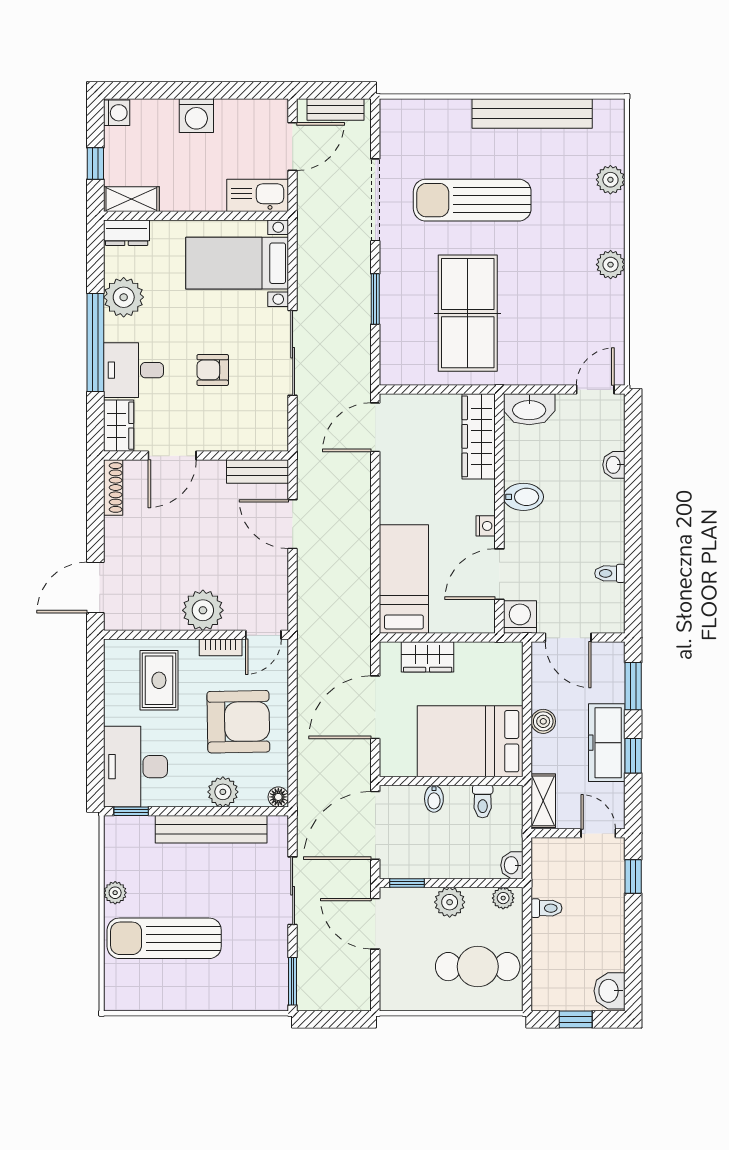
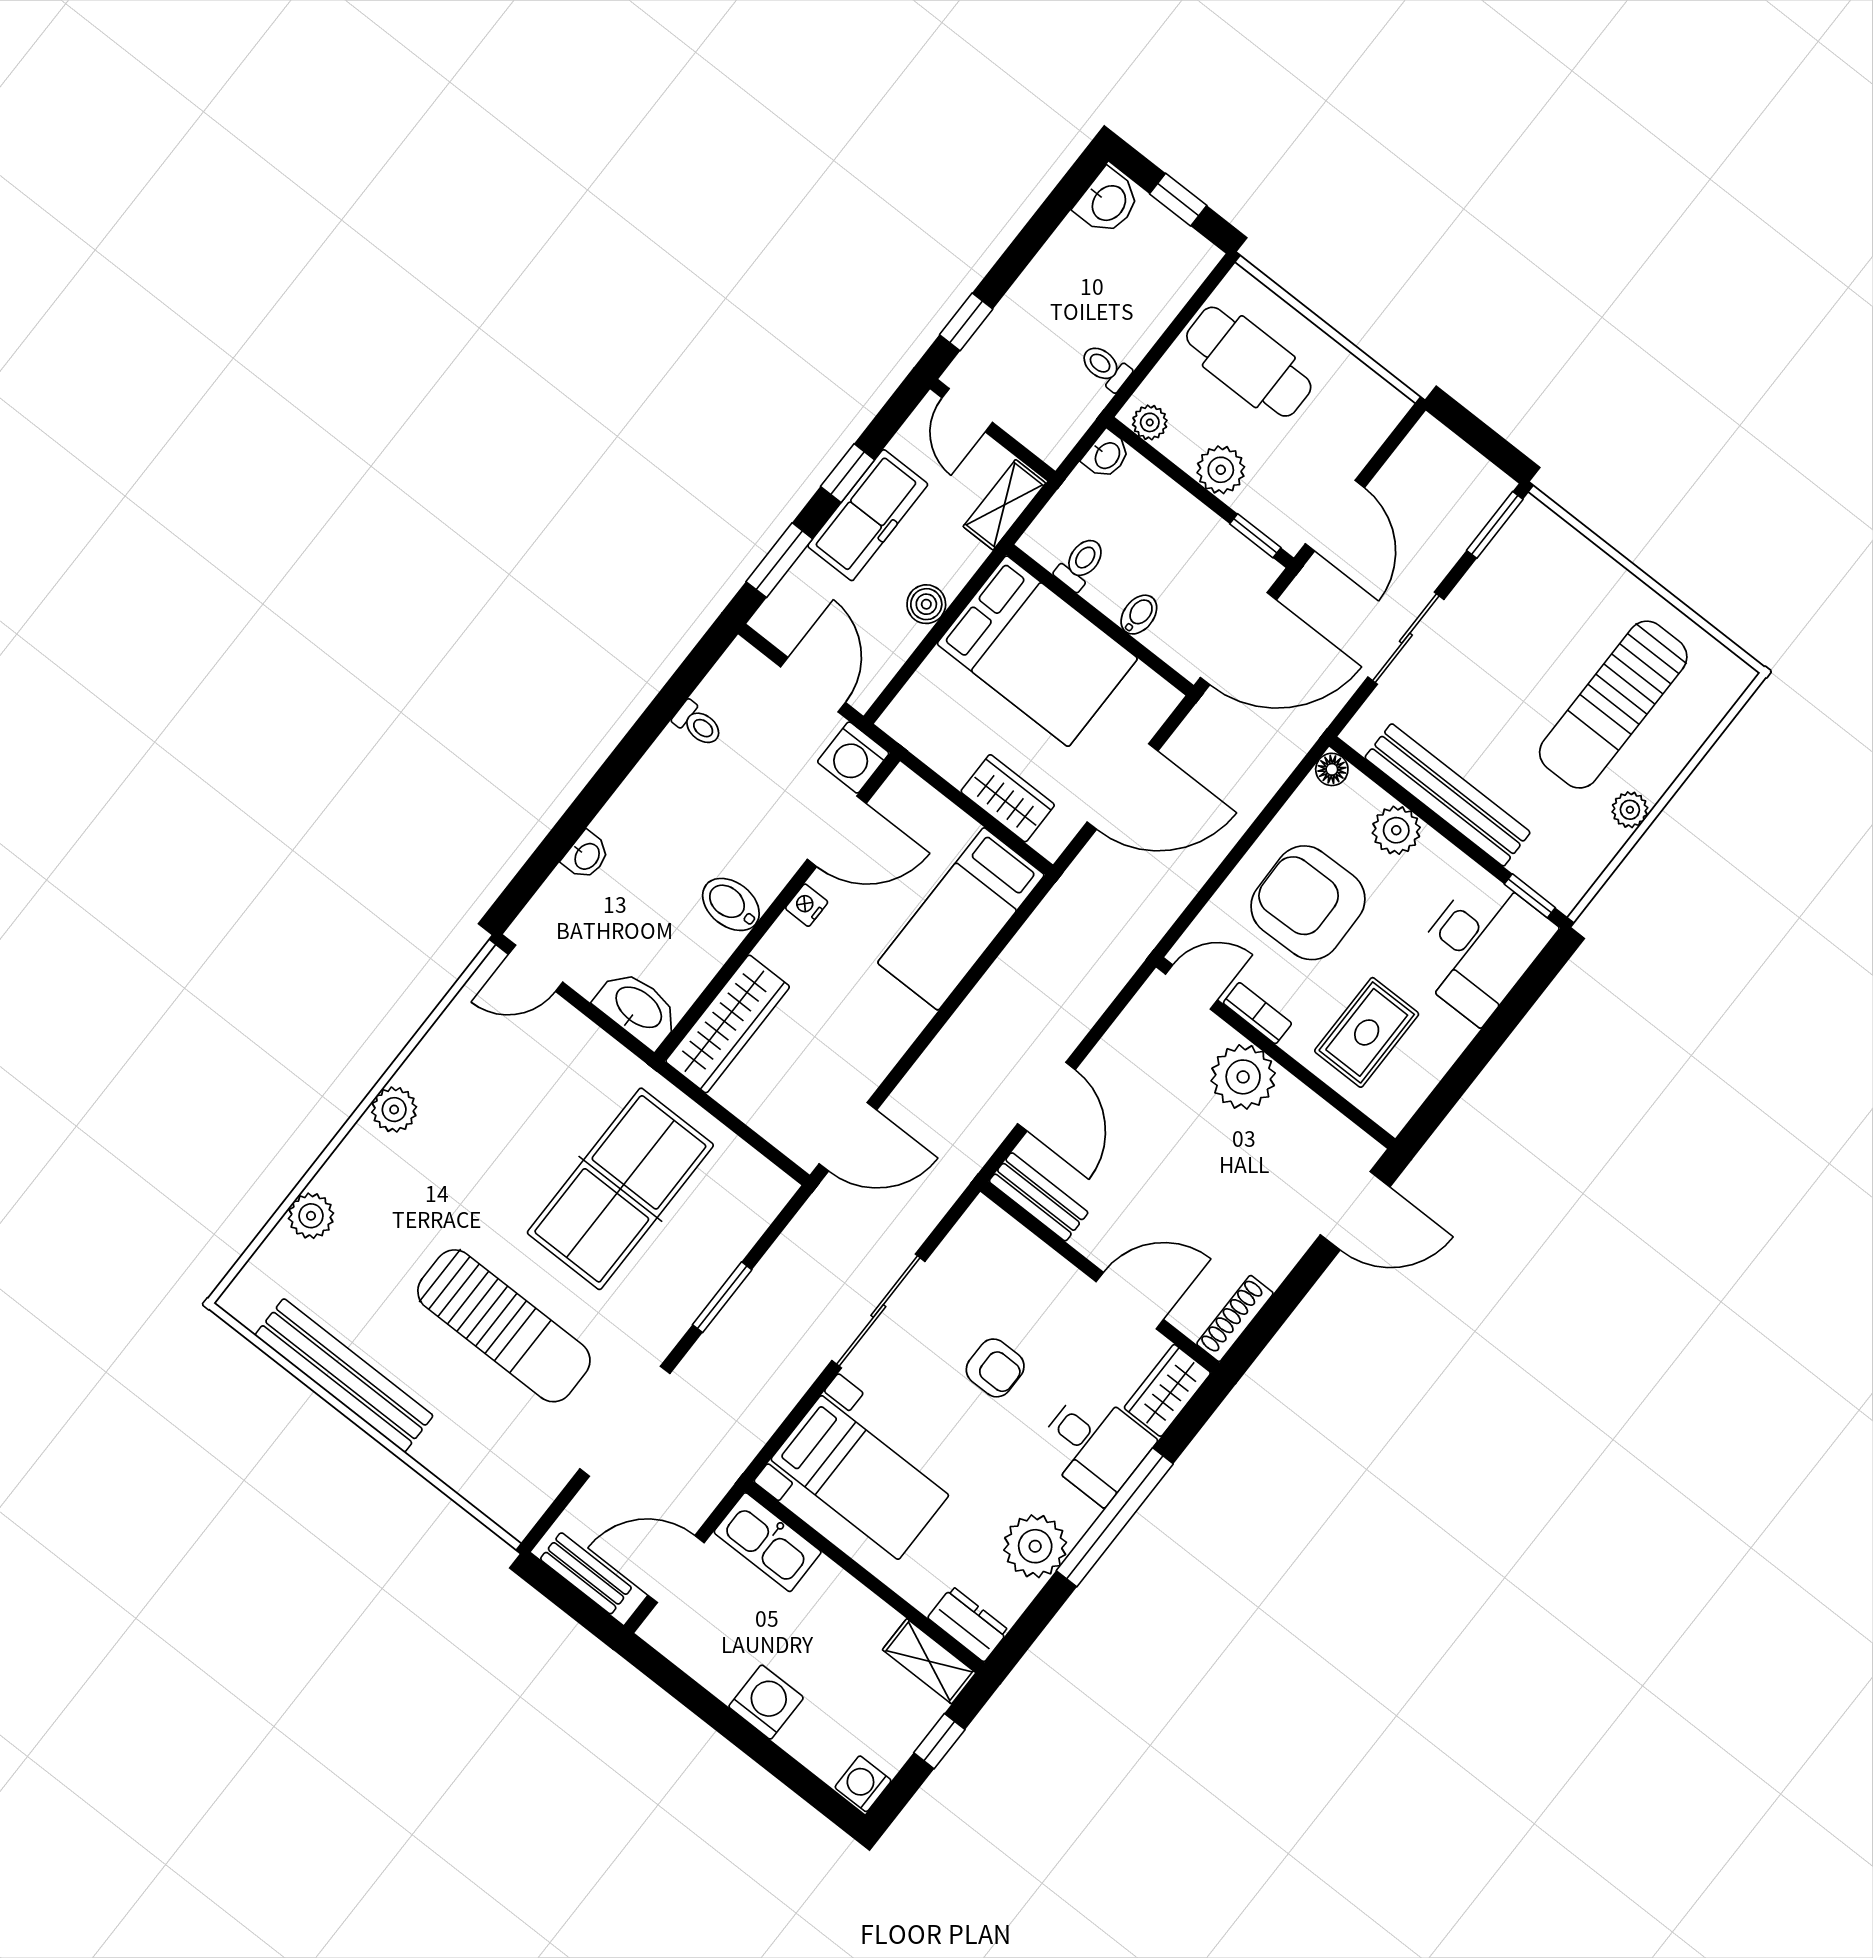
sun lounger: (164, 938) -> (1613, 705), turned 90

